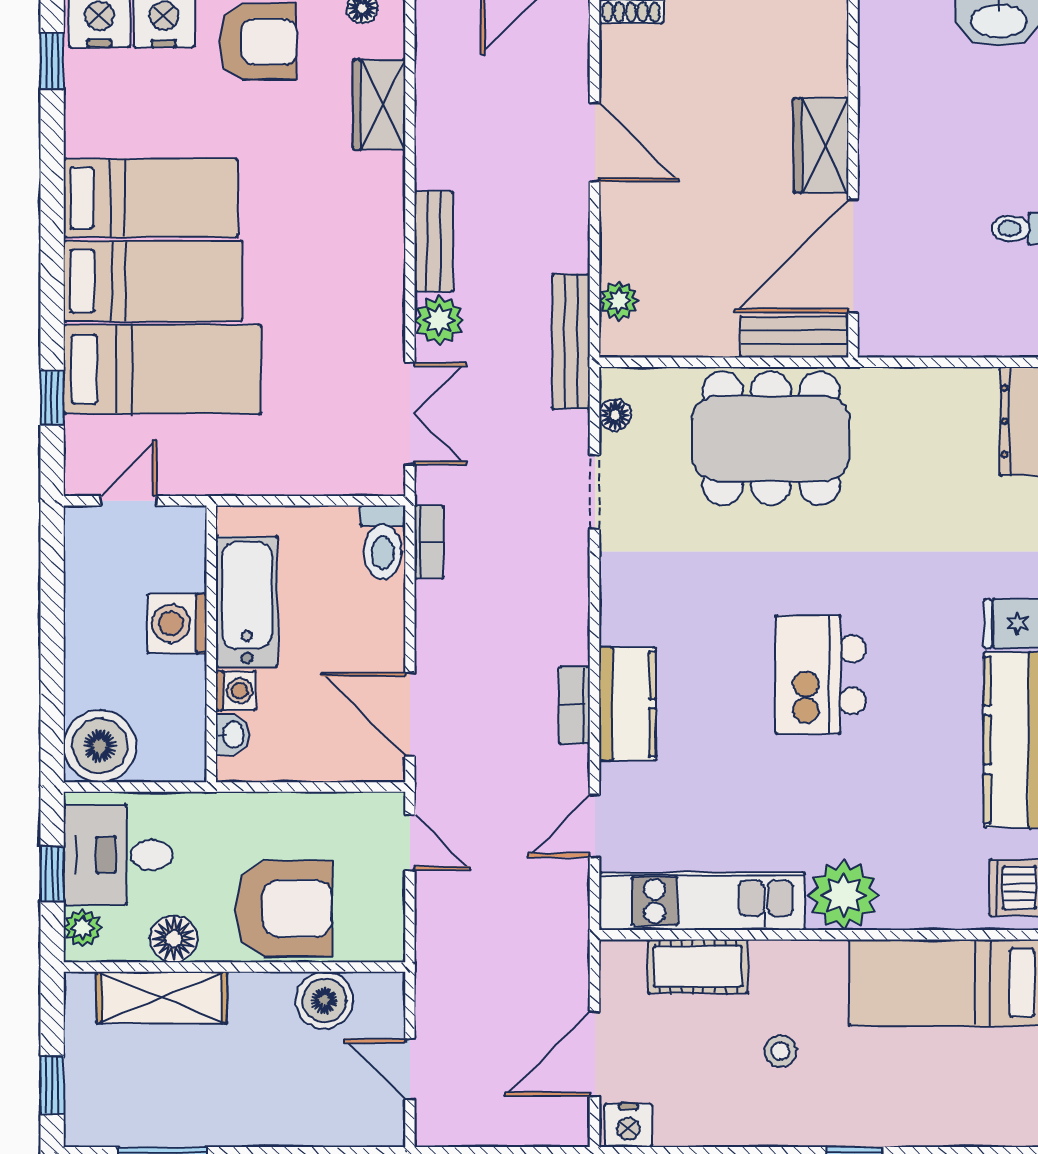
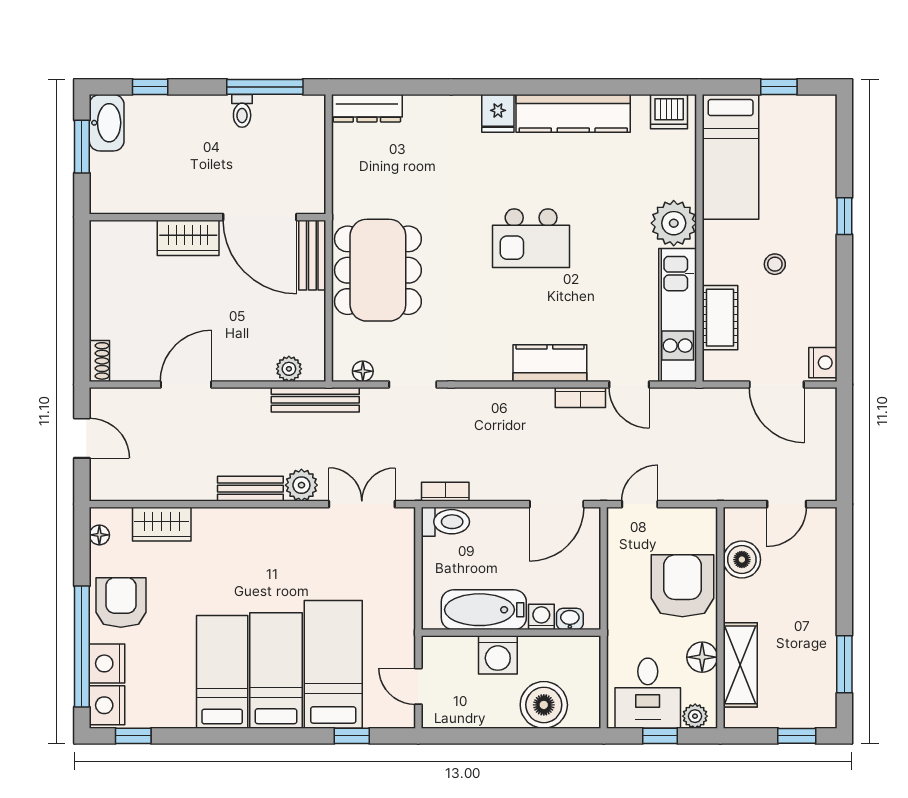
bookcase: (574, 705) -> (580, 398), moved
boiler: (100, 746) -> (544, 705), moved

